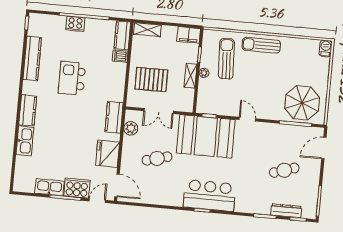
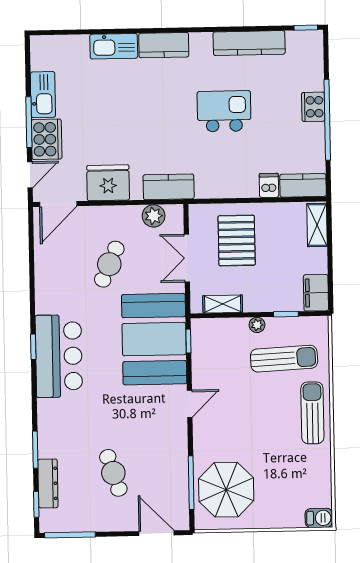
shelving: (191, 76) -> (223, 304), moved
cafe table: (157, 158) -> (109, 264), turned 39
door: (97, 201) -> (30, 175), hinge flipped

